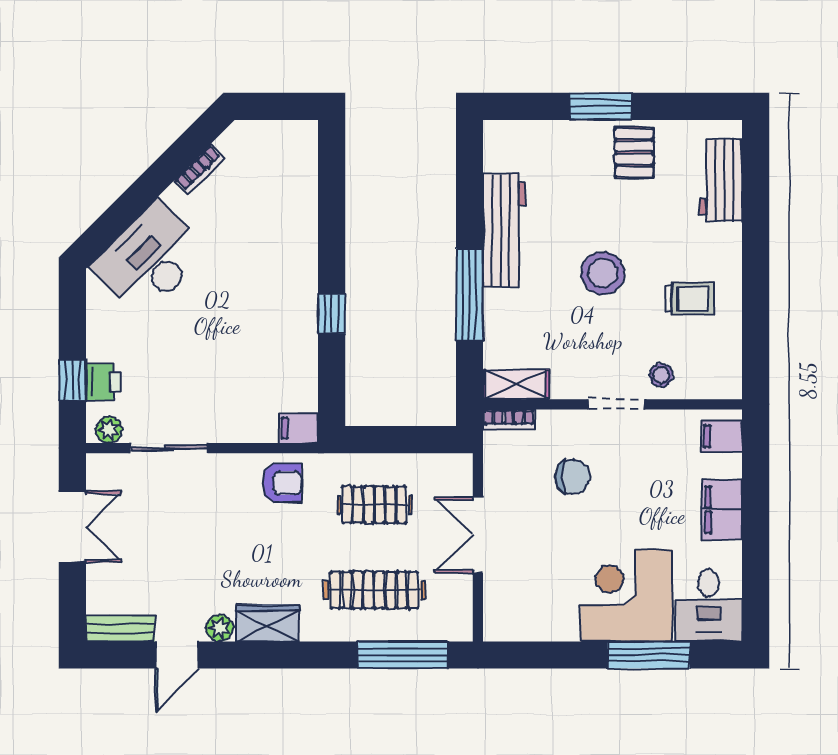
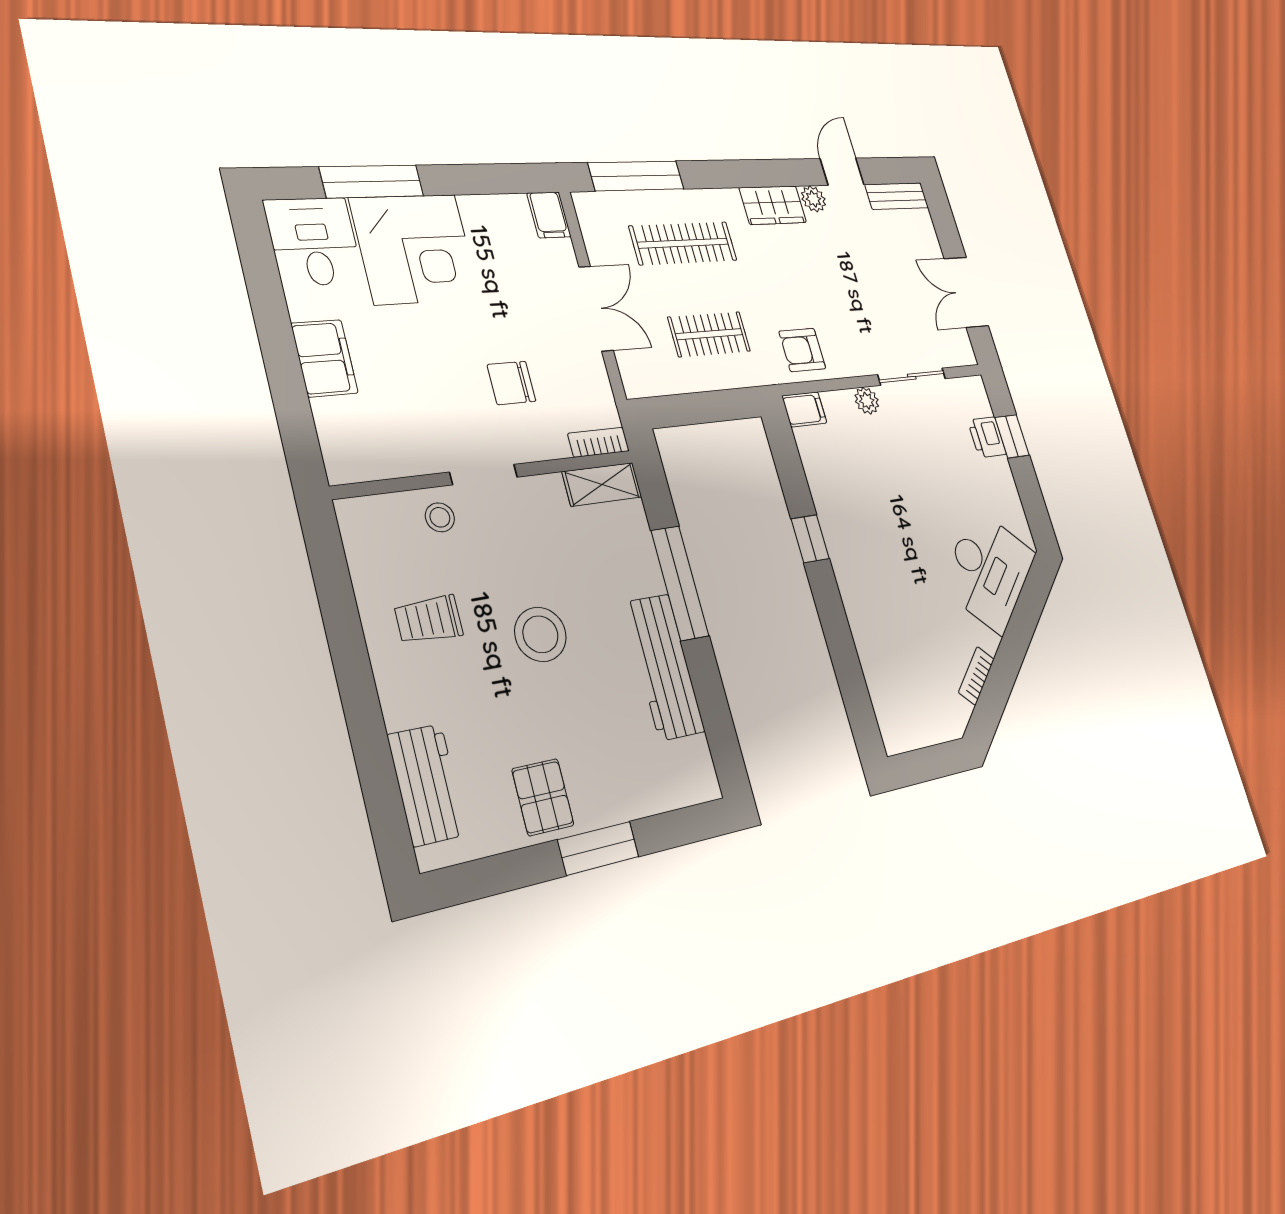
plant: (109, 430) -> (867, 401), moved
filing cabinet: (722, 436) -> (549, 215), moved, turned 90

